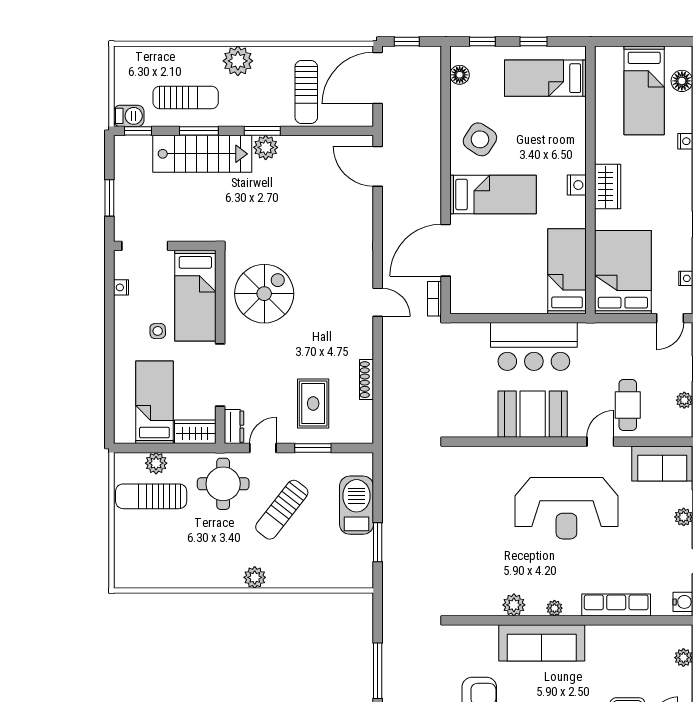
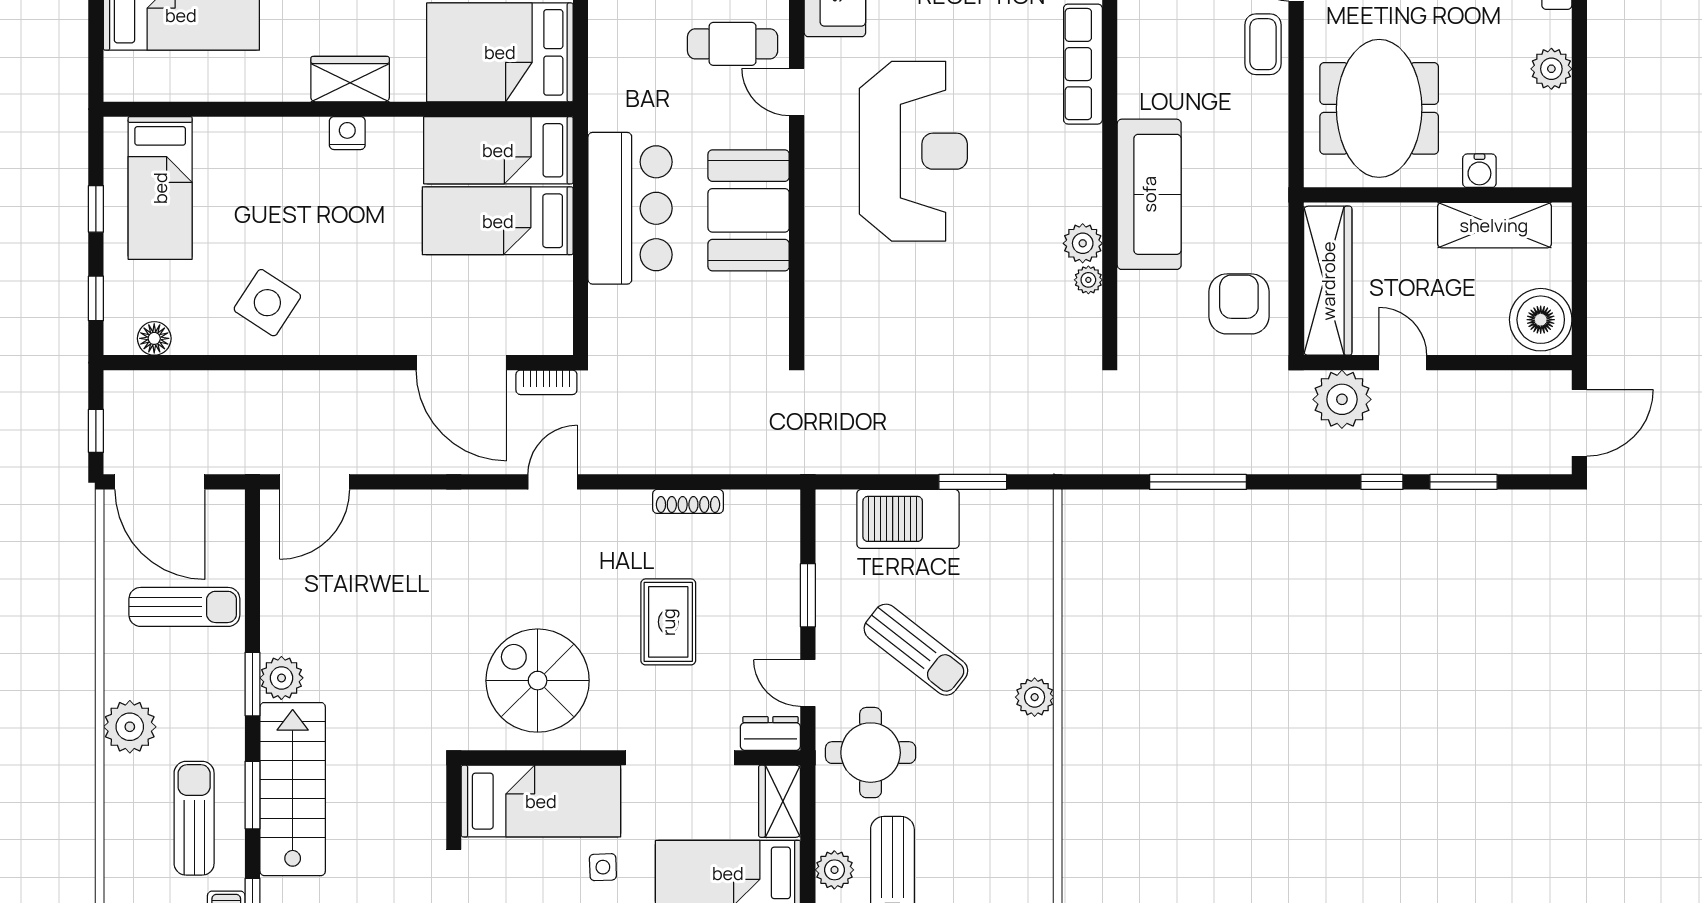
bed: (493, 194) -> (498, 221), moved, turned -90
rug: (313, 404) -> (668, 622), moved, turned 90
plant: (554, 608) -> (1088, 280), moved

